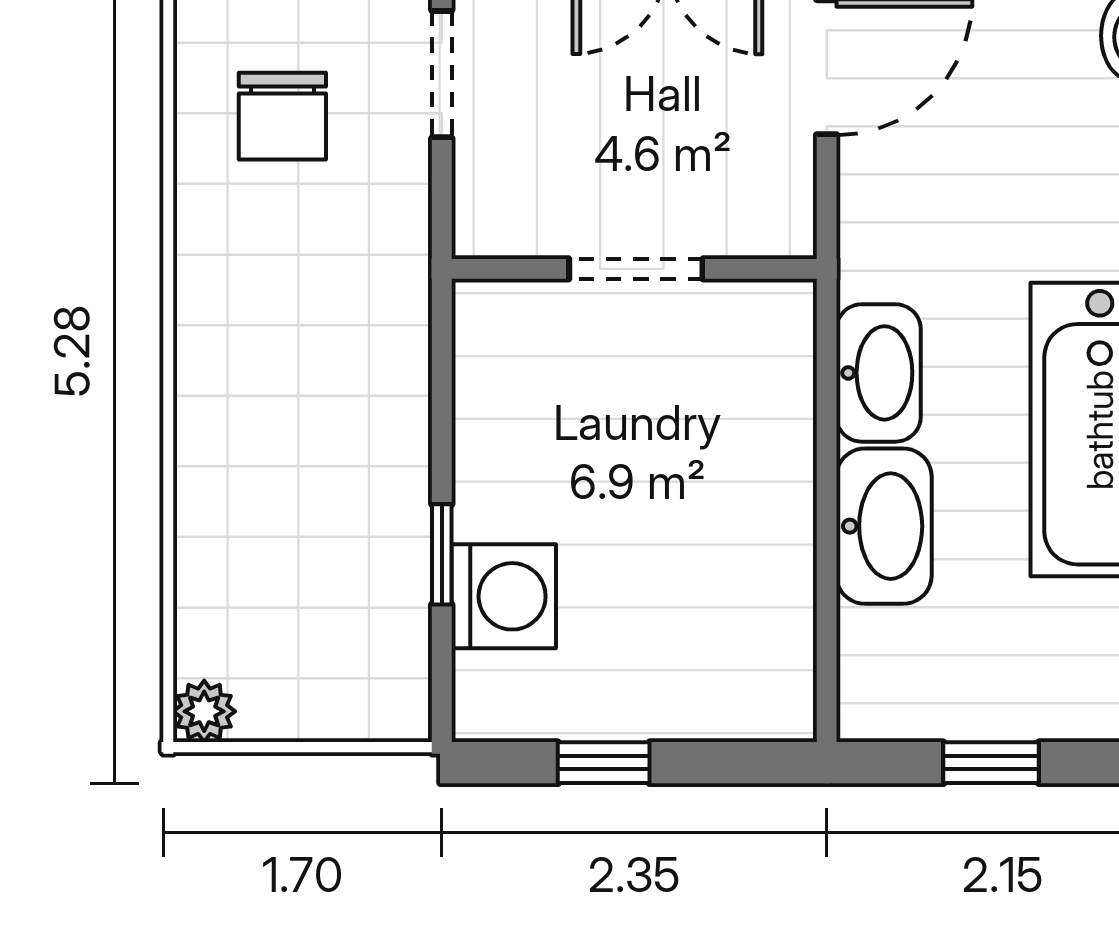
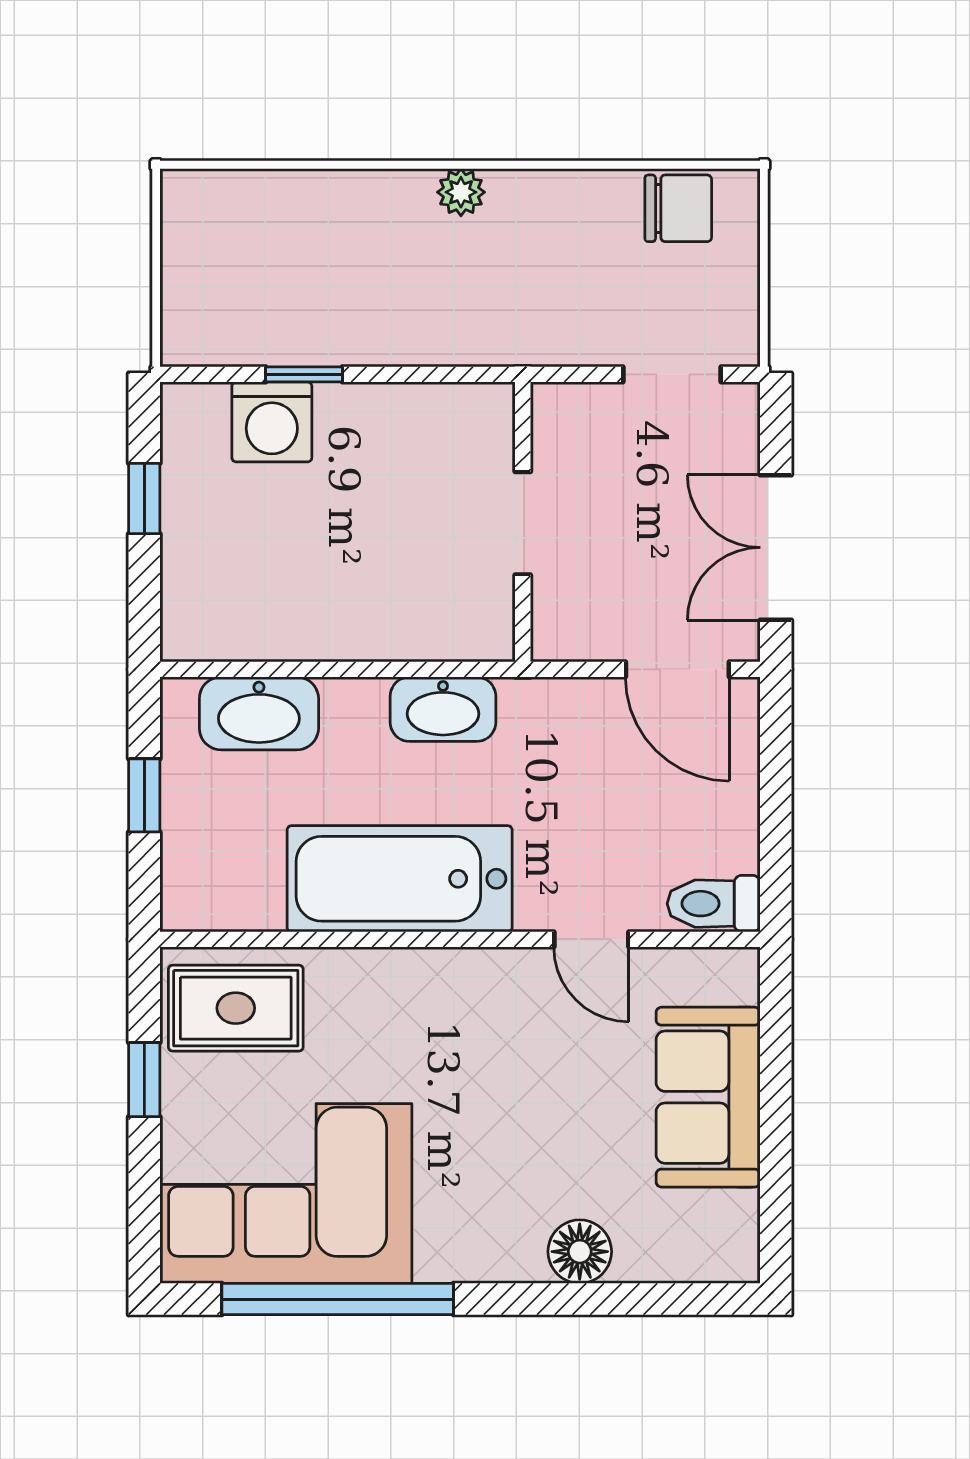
chair: (282, 116) -> (678, 208), moved, turned 180
washbasin: (884, 526) -> (259, 713), moved
plant: (204, 711) -> (461, 192), moved

